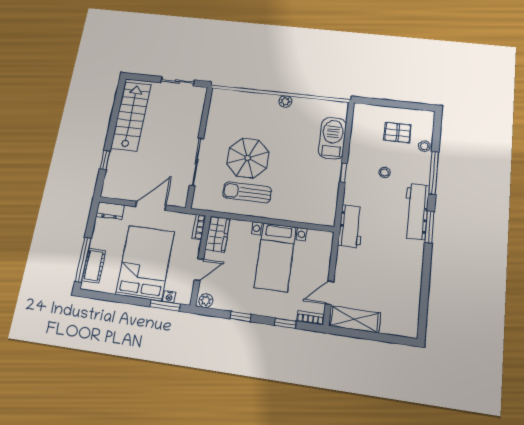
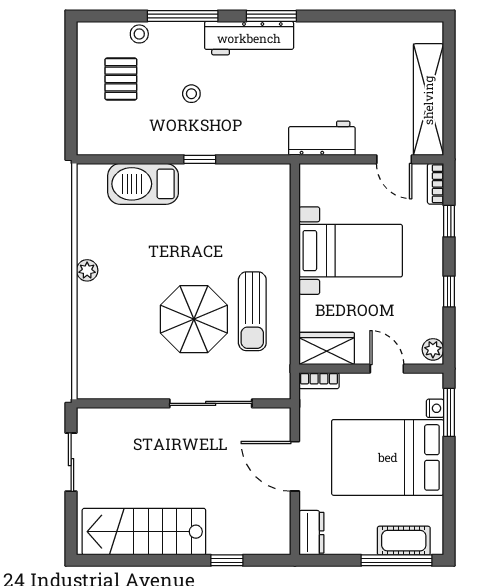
workbench: (351, 226) -> (322, 138), moved
shelving: (354, 319) -> (428, 100), width x1.47

